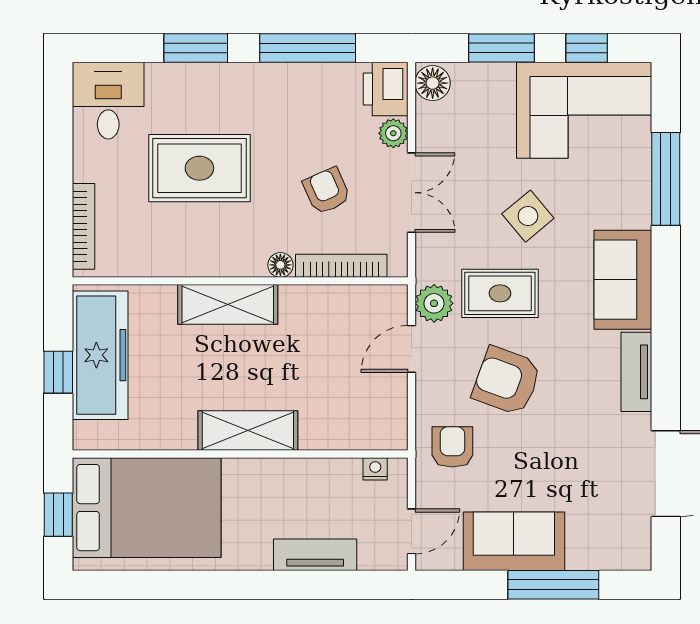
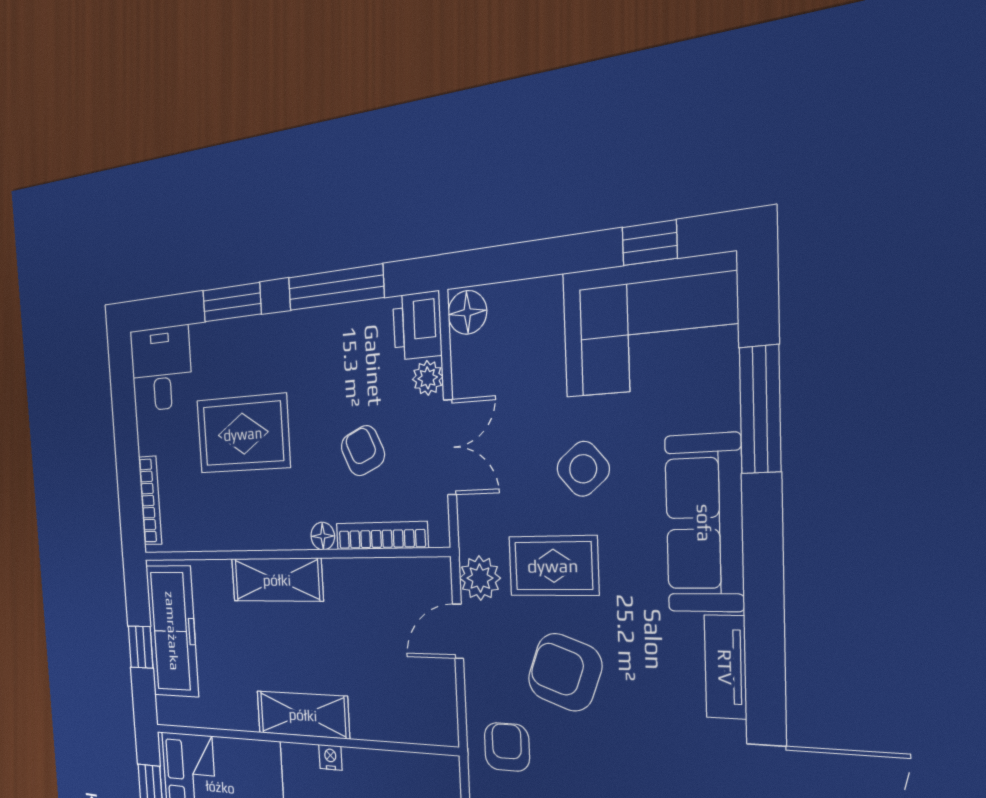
window: (502, 48) -> (544, 258), removed
sofa: (623, 280) -> (704, 523), width x1.36
nightstand: (375, 469) -> (330, 757), moved

